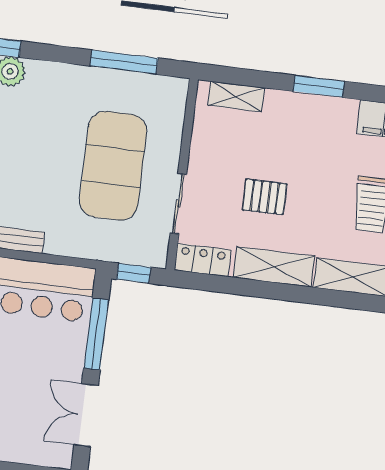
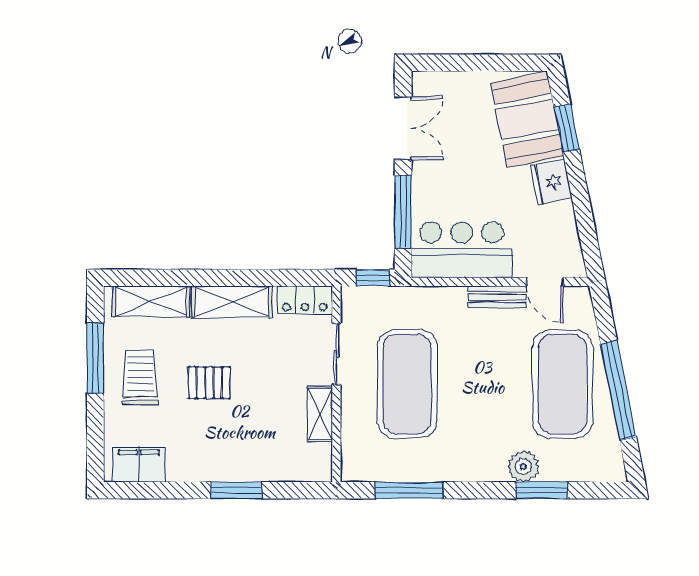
window: (319, 86) -> (236, 490), moved
shelving: (236, 96) -> (320, 414), moved, turned 90
pallet: (265, 197) -> (209, 383), moved

